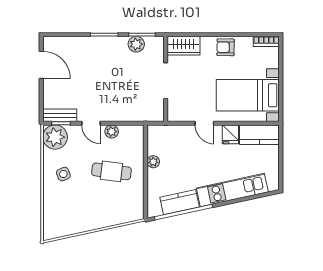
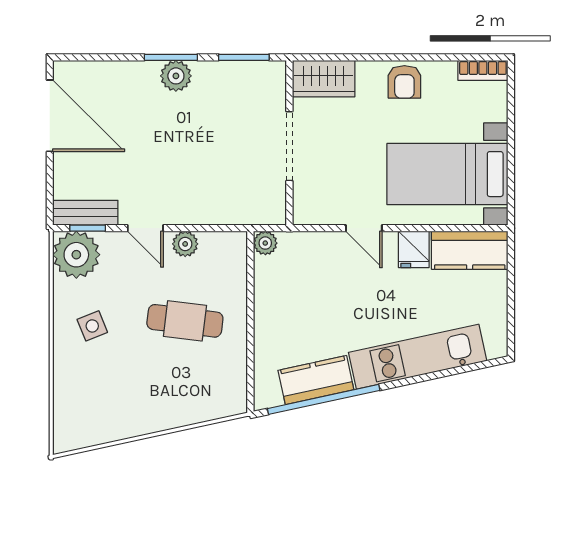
plant: (136, 44) -> (176, 76), moved
armchair: (225, 47) -> (404, 82), turned -91
door: (41, 65) -> (50, 116), width x1.36
plant: (153, 162) -> (265, 243), moved

